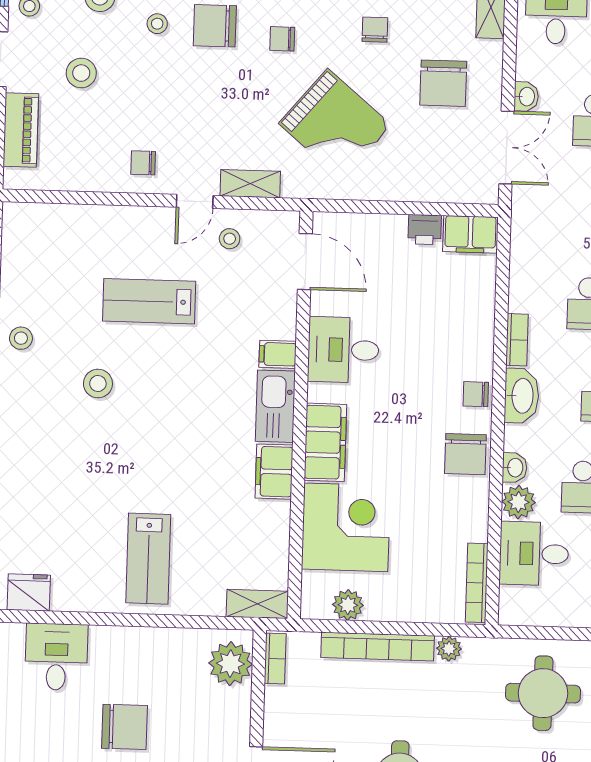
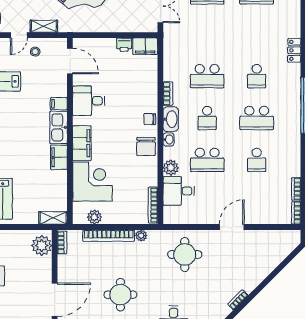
washbasin: (515, 468) -> (169, 139), moved

